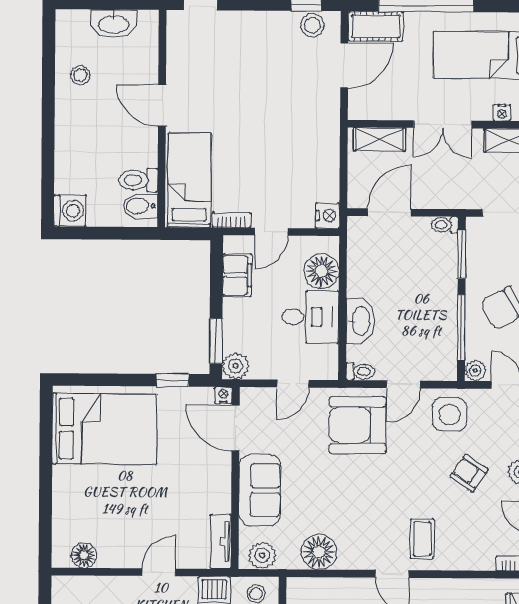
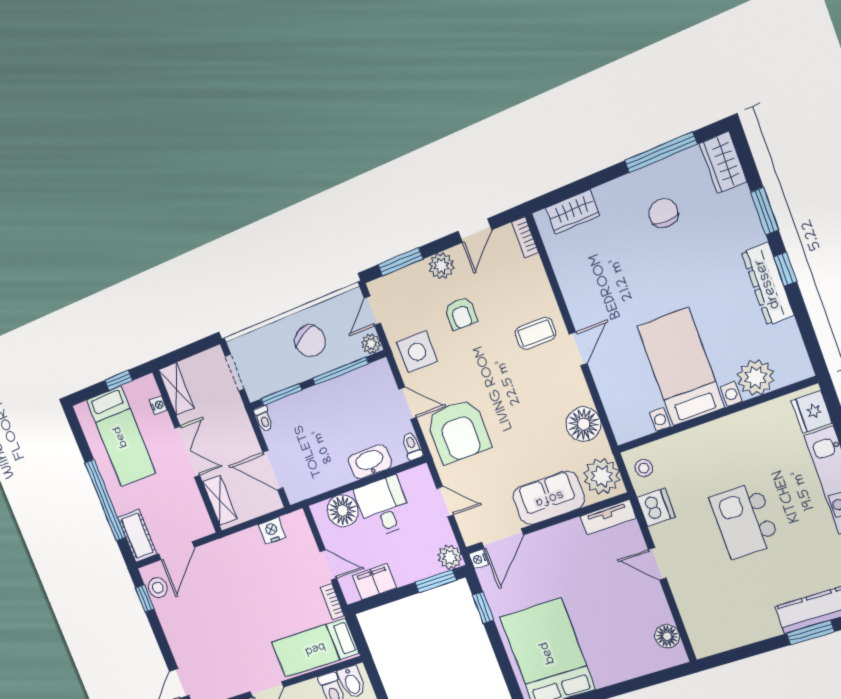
door: (344, 65) -> (177, 551), swing flipped
nightstand: (328, 216) -> (272, 531), moved
armchair: (469, 473) -> (461, 314), turned -34
plant: (262, 555) -> (602, 476), width x1.36, depth x1.36

